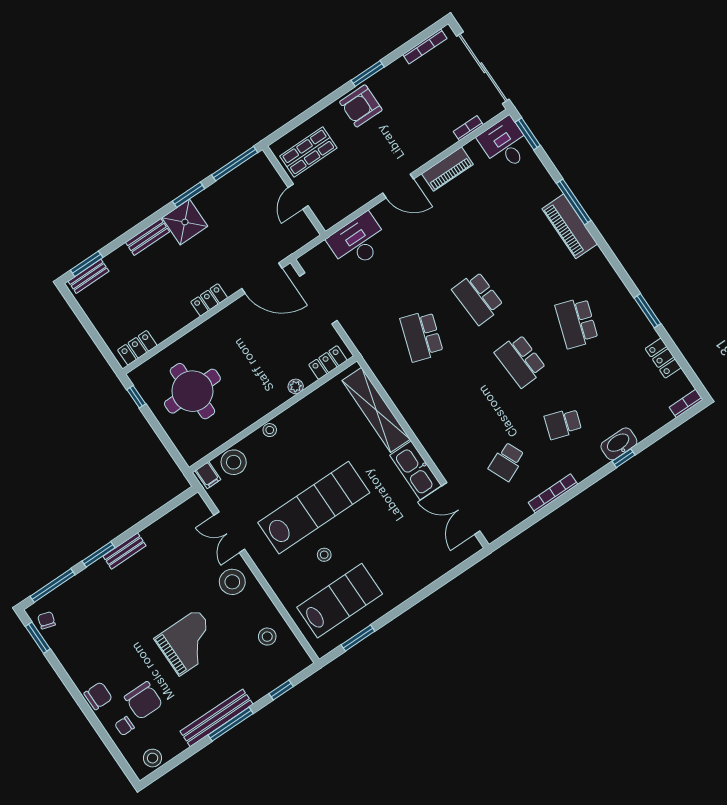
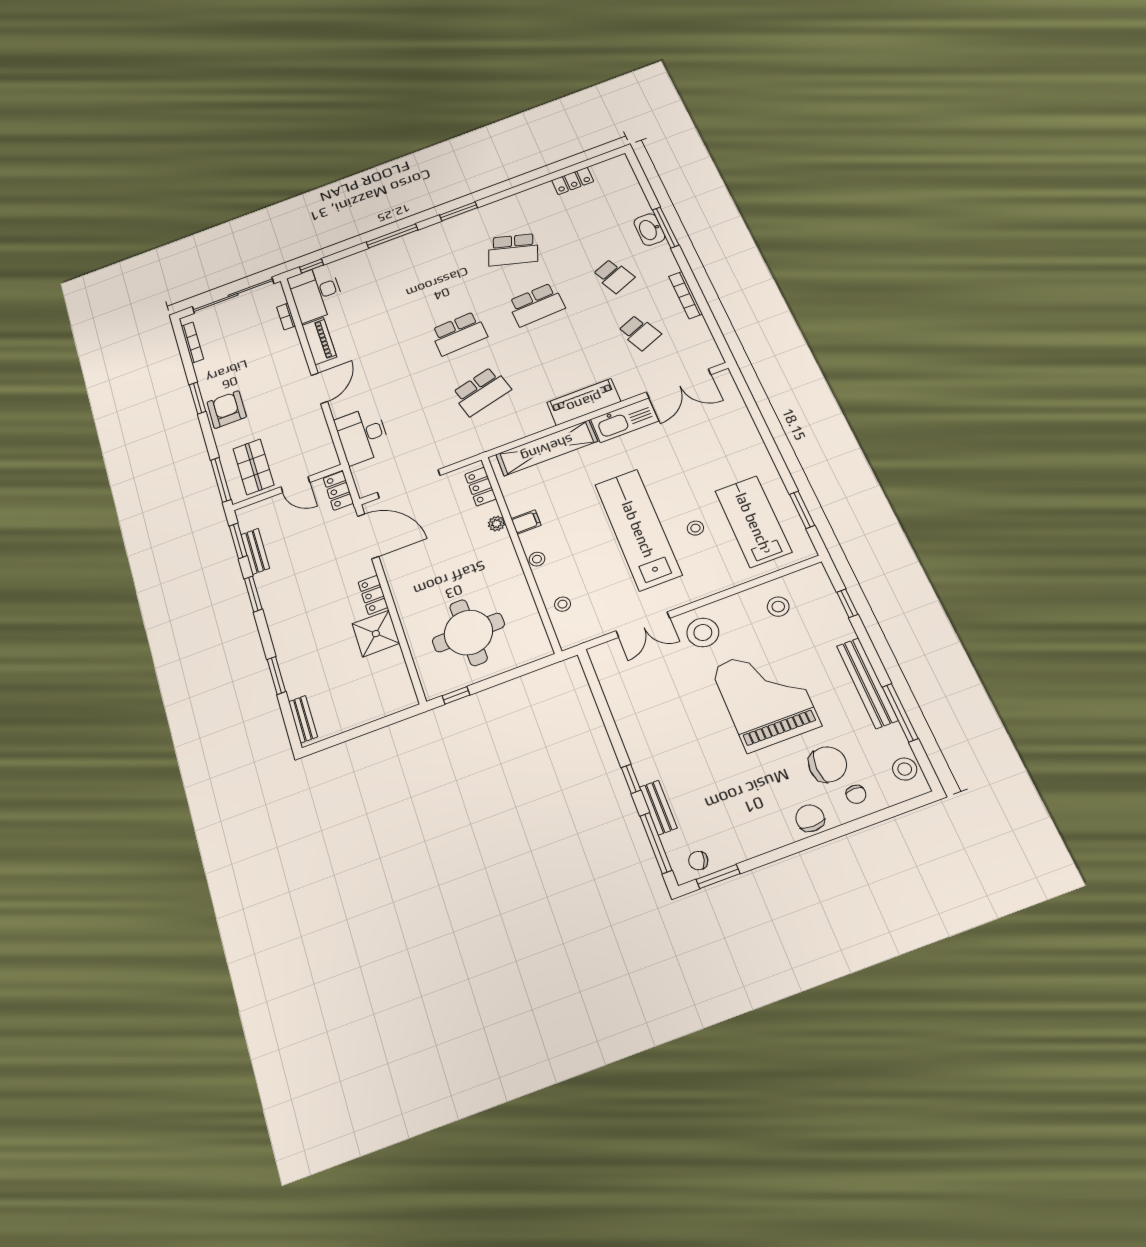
armchair: (361, 106) -> (227, 410), turned 180
window: (290, 126) -> (221, 480), added
window: (528, 134) -> (311, 266), width x0.67
desk: (505, 144) -> (316, 293), width x1.37
window: (235, 164) -> (238, 541), width x0.69
shower: (185, 222) -> (376, 634), moved
piano: (570, 226) -> (584, 402), moved, turned 180
bench: (148, 237) -> (255, 551), moved
window: (87, 264) -> (276, 676), moved
door: (262, 278) -> (368, 536), hinge flipped
window: (647, 311) -> (458, 211), moved
school desk: (422, 336) -> (481, 391), turned -33
locker: (137, 348) -> (338, 491), moved
bookcase: (686, 403) -> (625, 167), removed
school desk: (563, 424) -> (614, 276), turned -42
window: (624, 458) -> (666, 227), width x2.17
stool: (234, 462) -> (563, 604), width x0.53, depth x0.53
filing cabinet: (208, 475) -> (526, 522), moved
bench: (125, 551) -> (658, 808), moved
window: (98, 554) -> (631, 779), width x0.67
grand piano: (188, 643) -> (765, 696), width x1.37, depth x1.48
window: (231, 724) -> (900, 713), moved

